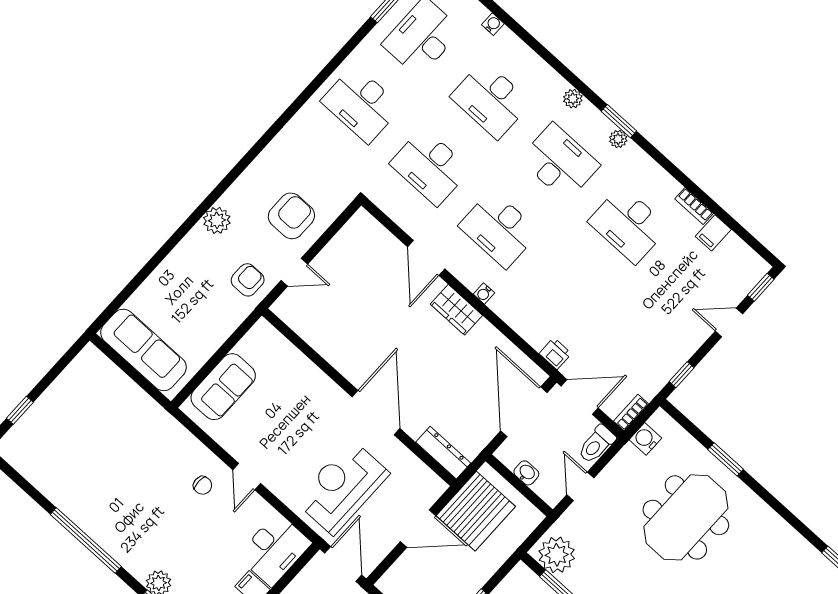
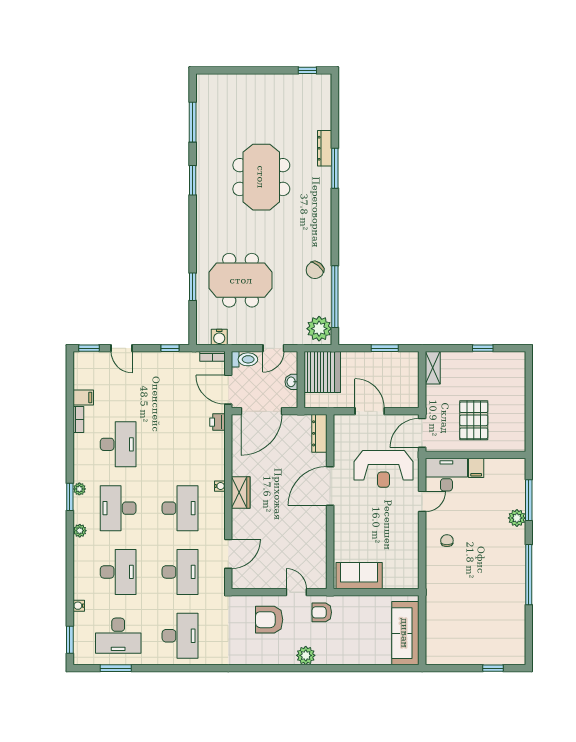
door: (426, 258) -> (228, 554), moved
sofa: (223, 387) -> (359, 576), moved
door: (247, 477) -> (422, 501), moved
server rack: (476, 511) -> (322, 372), moved, turned 90

